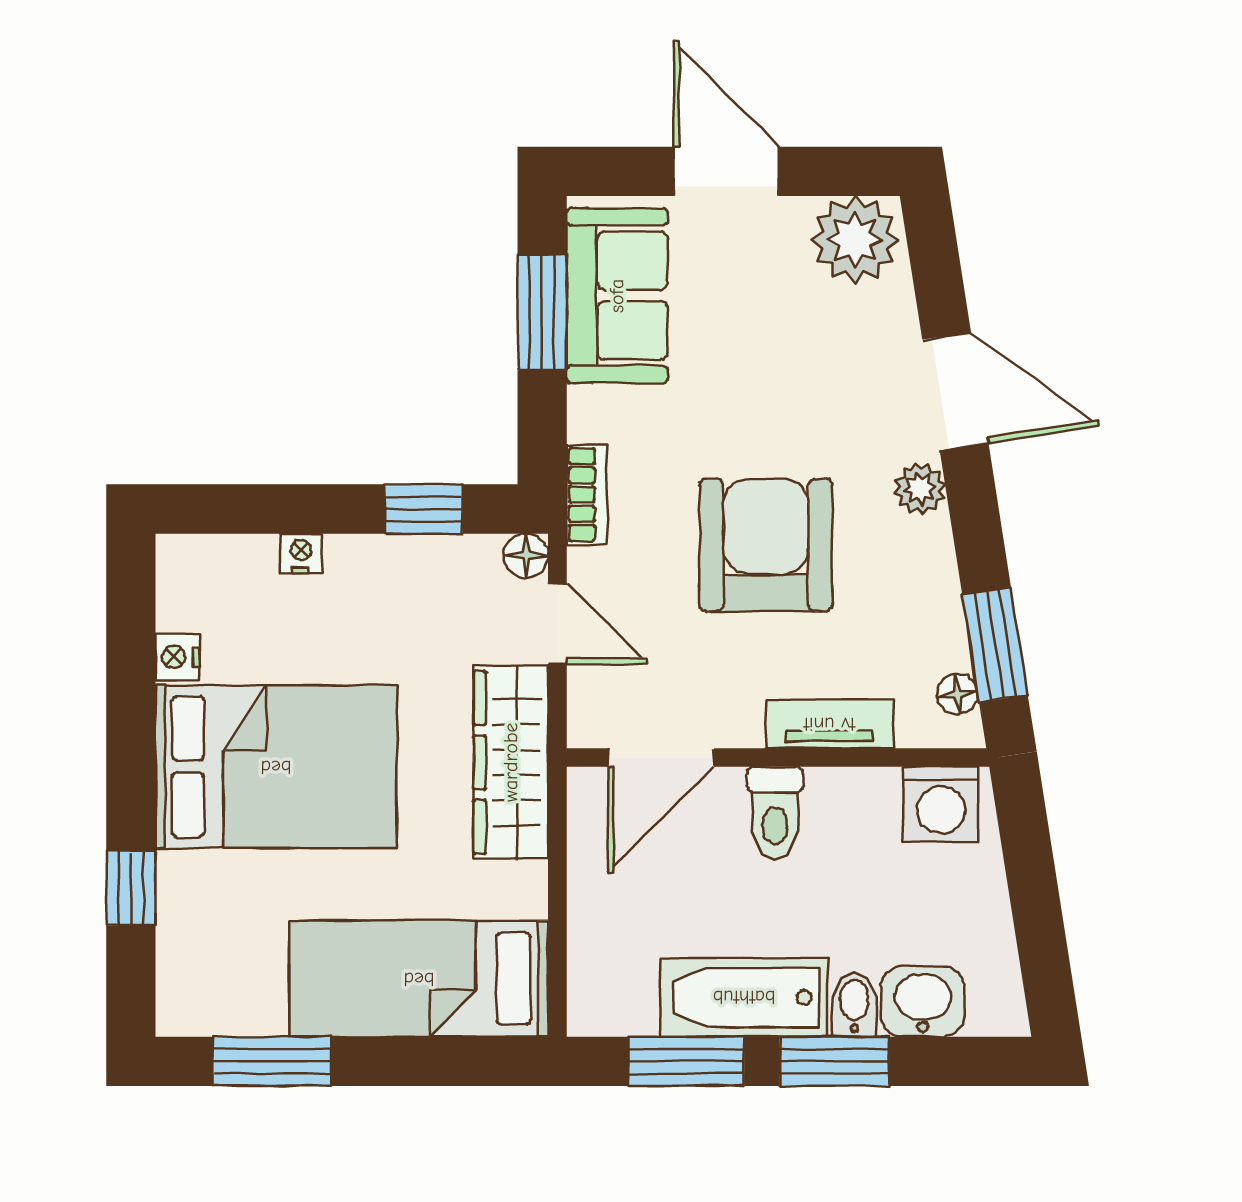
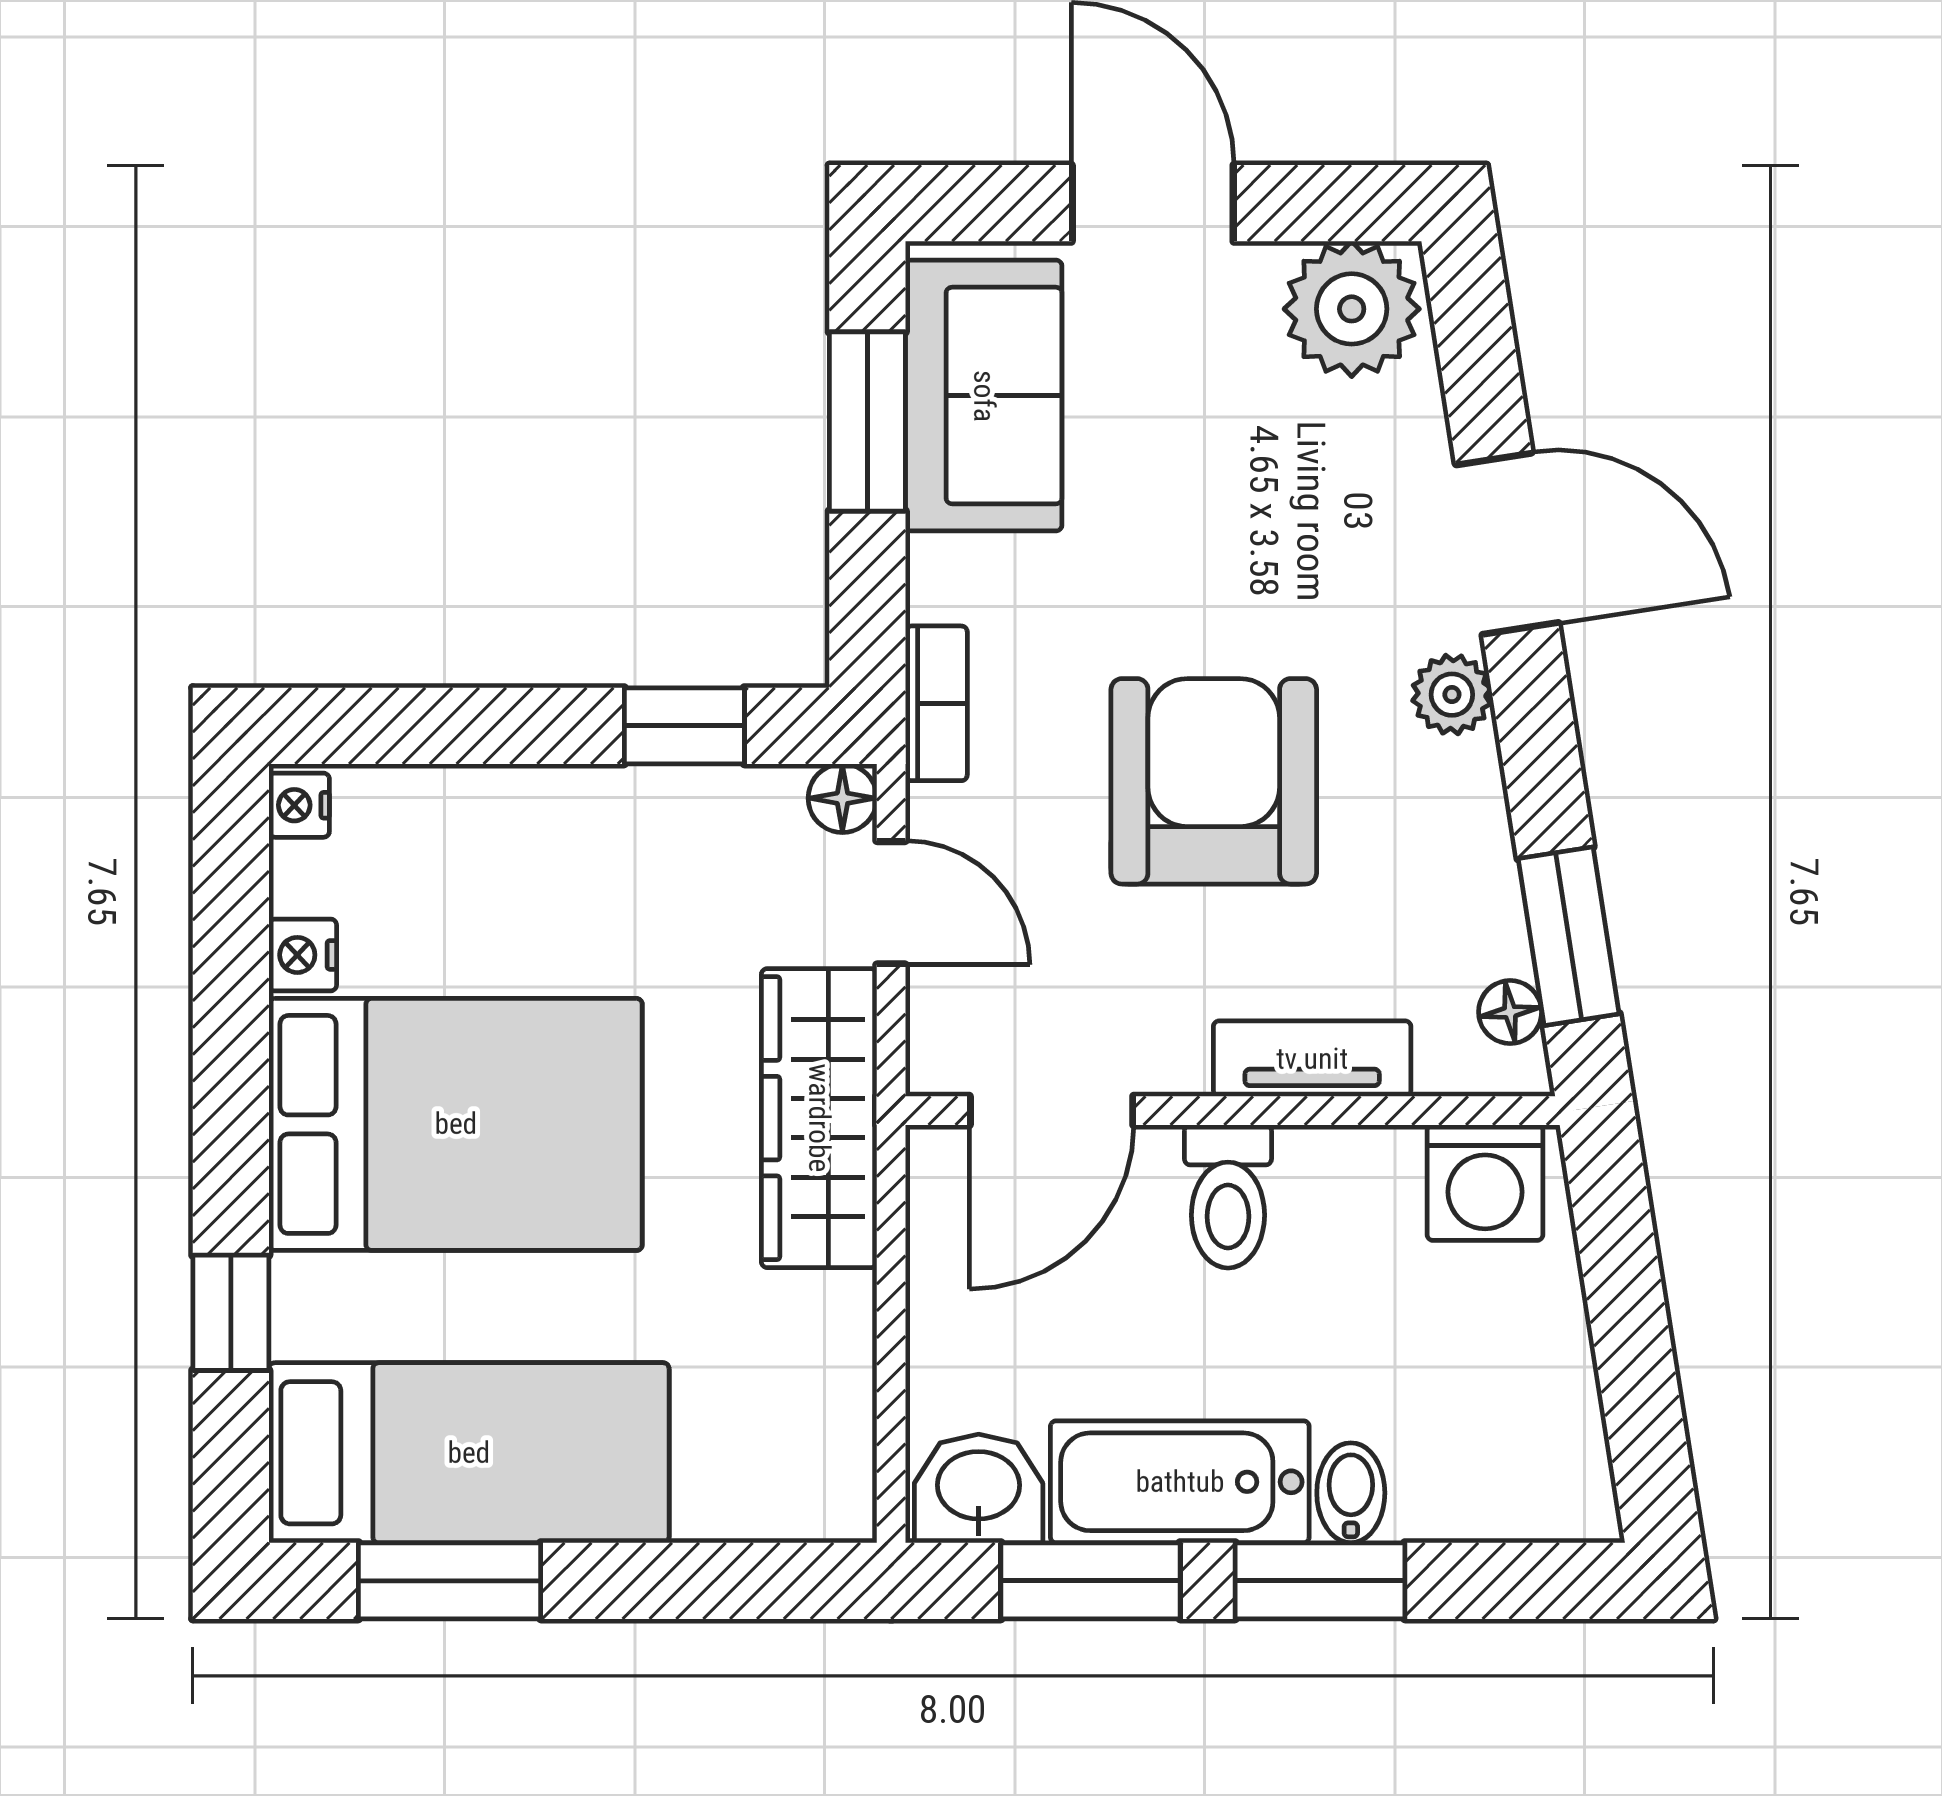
nightstand: (301, 553) -> (299, 805), moved, turned -90
bed: (419, 979) -> (469, 1453), moved, turned 180
washbasin: (923, 1002) -> (979, 1489), moved

